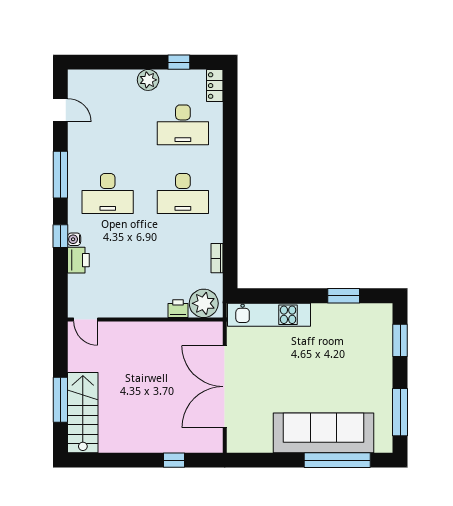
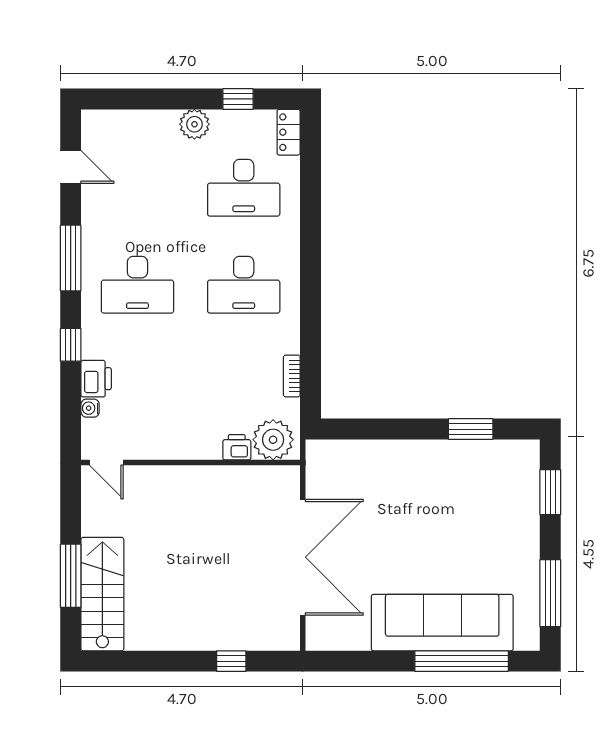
water cooler: (74, 239) -> (90, 408), moved
kitchen unit: (269, 315) -> (365, 456), removed
double door: (225, 387) -> (303, 557), swing flipped

